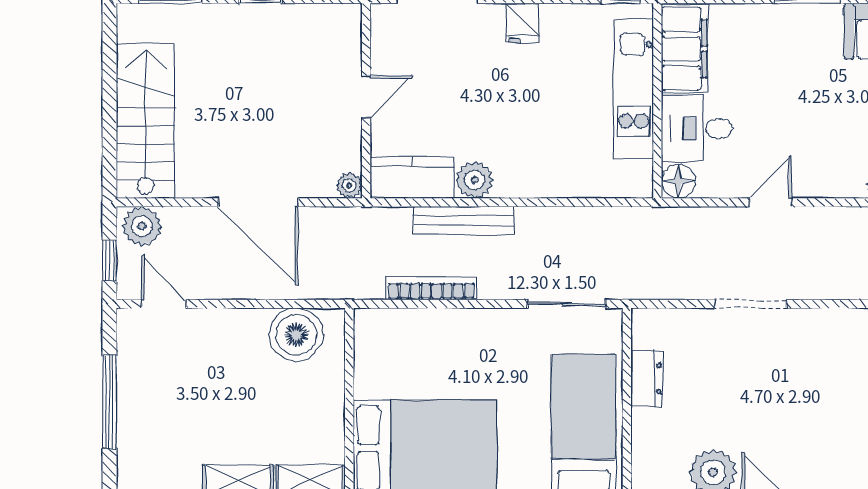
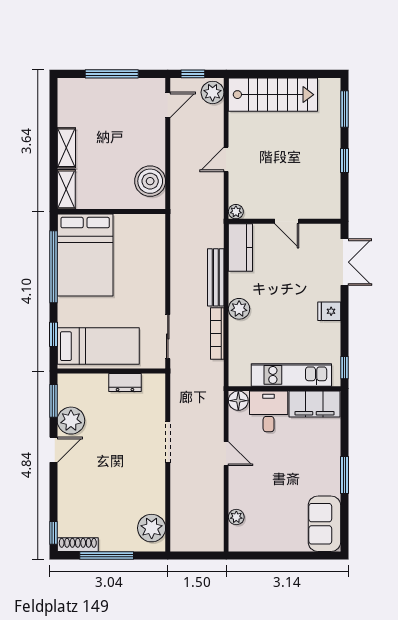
plant: (474, 180) -> (239, 309), moved
door: (258, 202) -> (226, 159), width x0.53
bookcase: (431, 288) -> (217, 334), moved, turned 180

